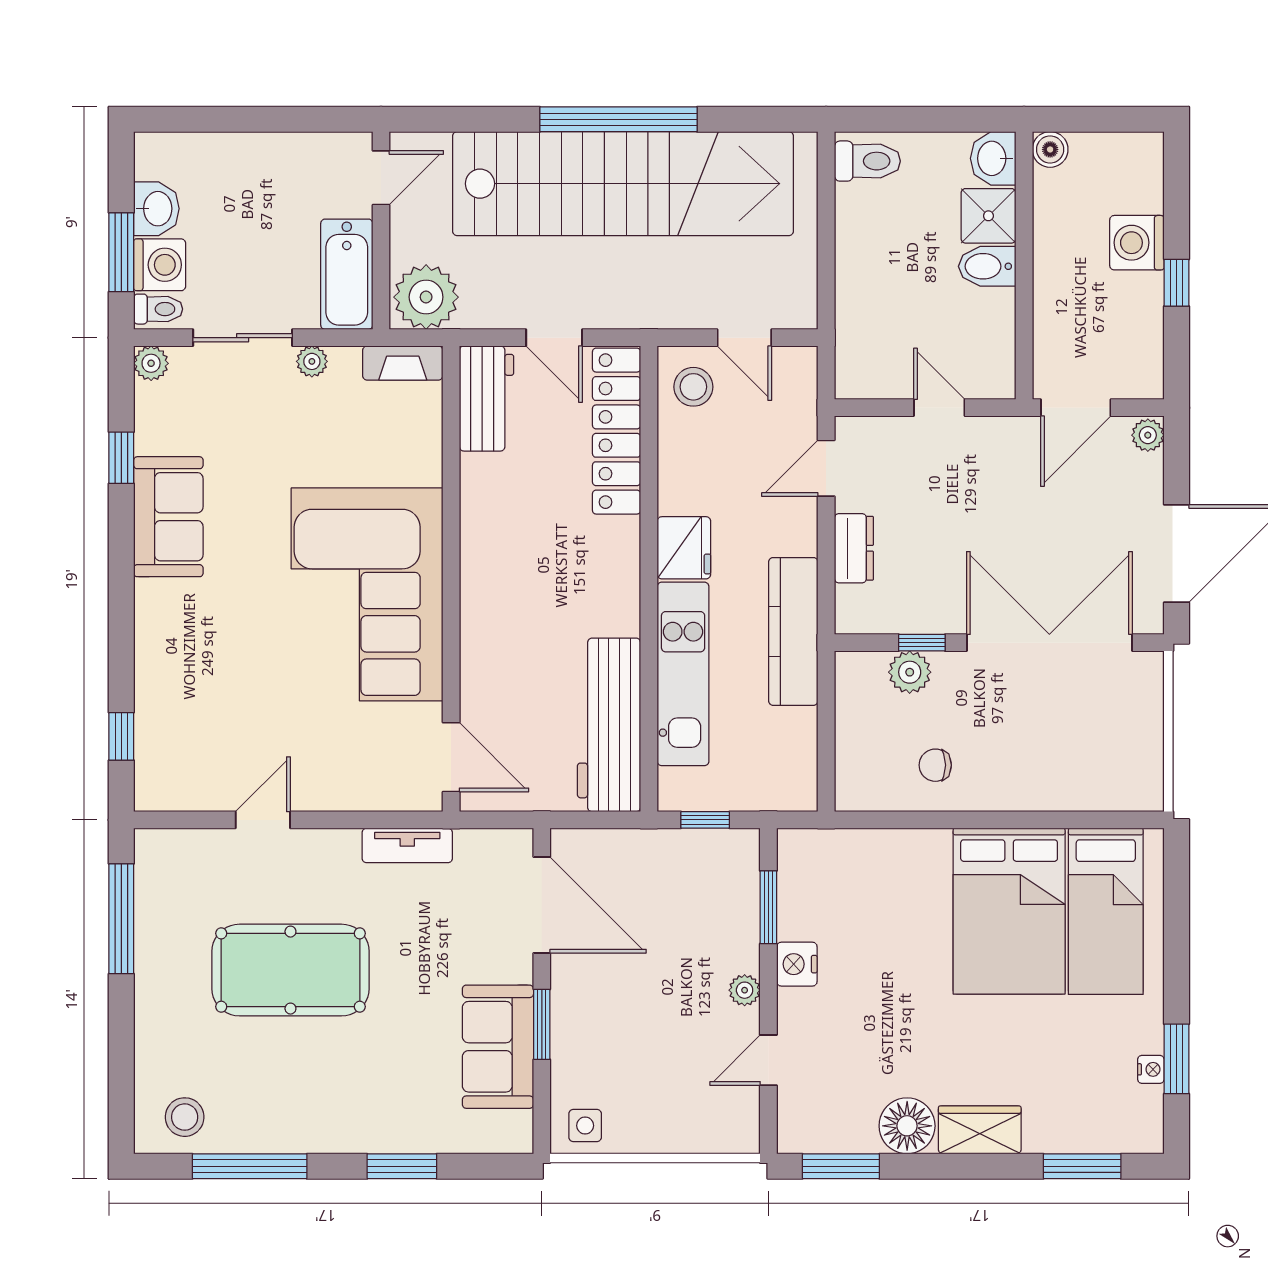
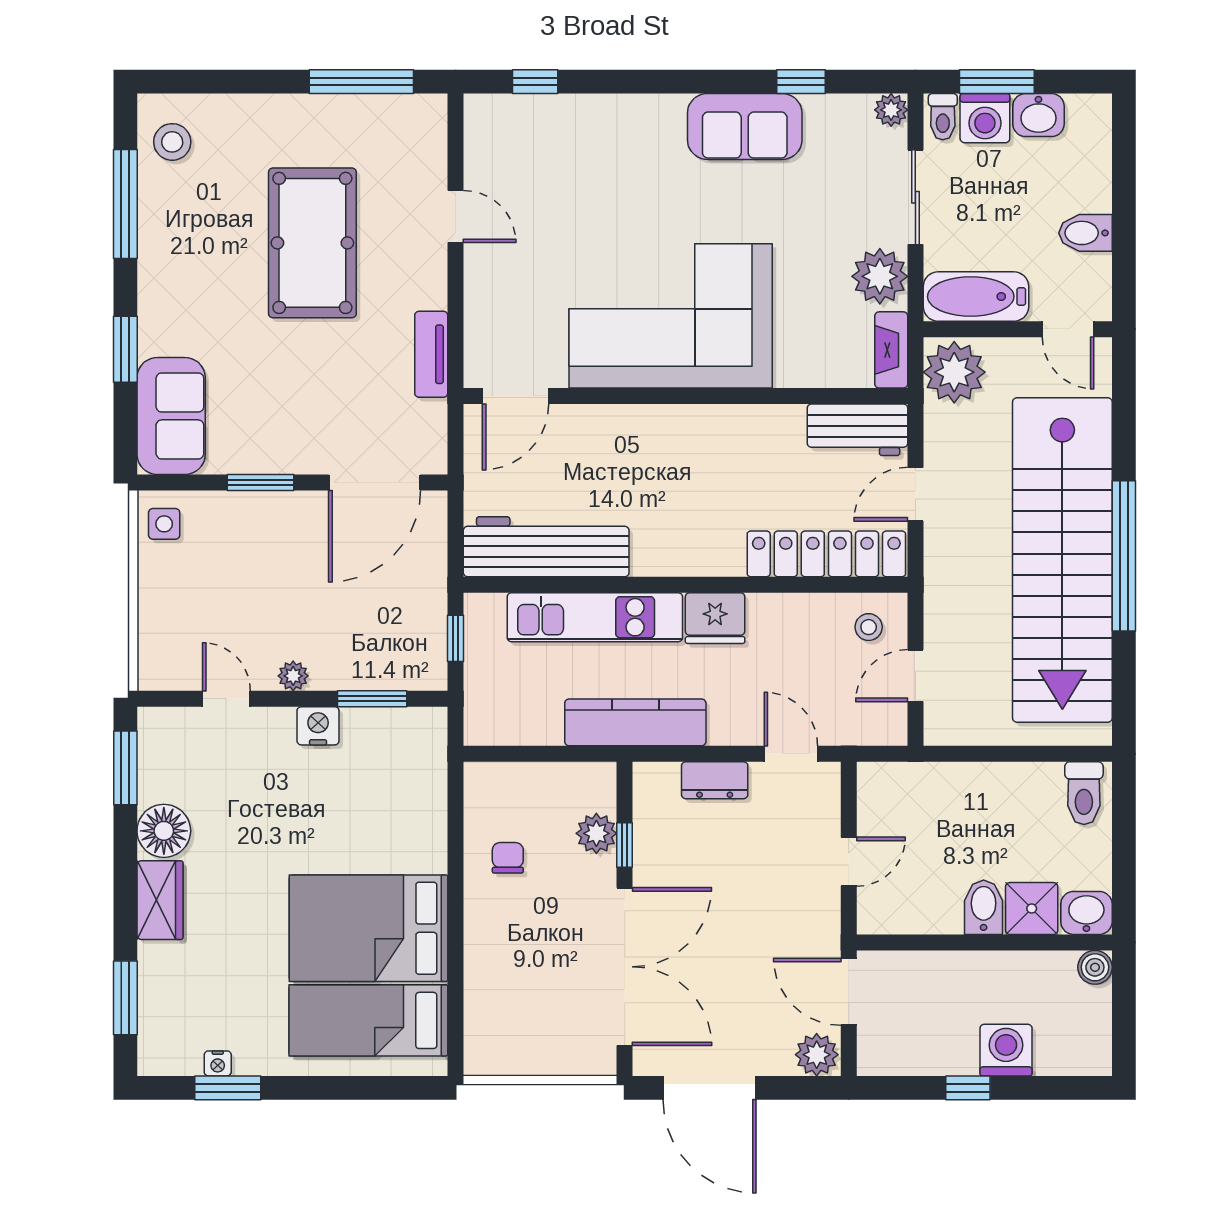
bidet: (280, 159) -> (1085, 233), added
plant: (312, 361) -> (880, 276), width x1.88, depth x1.88
stool: (693, 387) -> (869, 627), width x0.73, depth x0.73
plant: (1148, 435) -> (817, 1055), width x1.38, depth x1.38
sofa: (498, 1047) -> (171, 416), moved, turned 90

